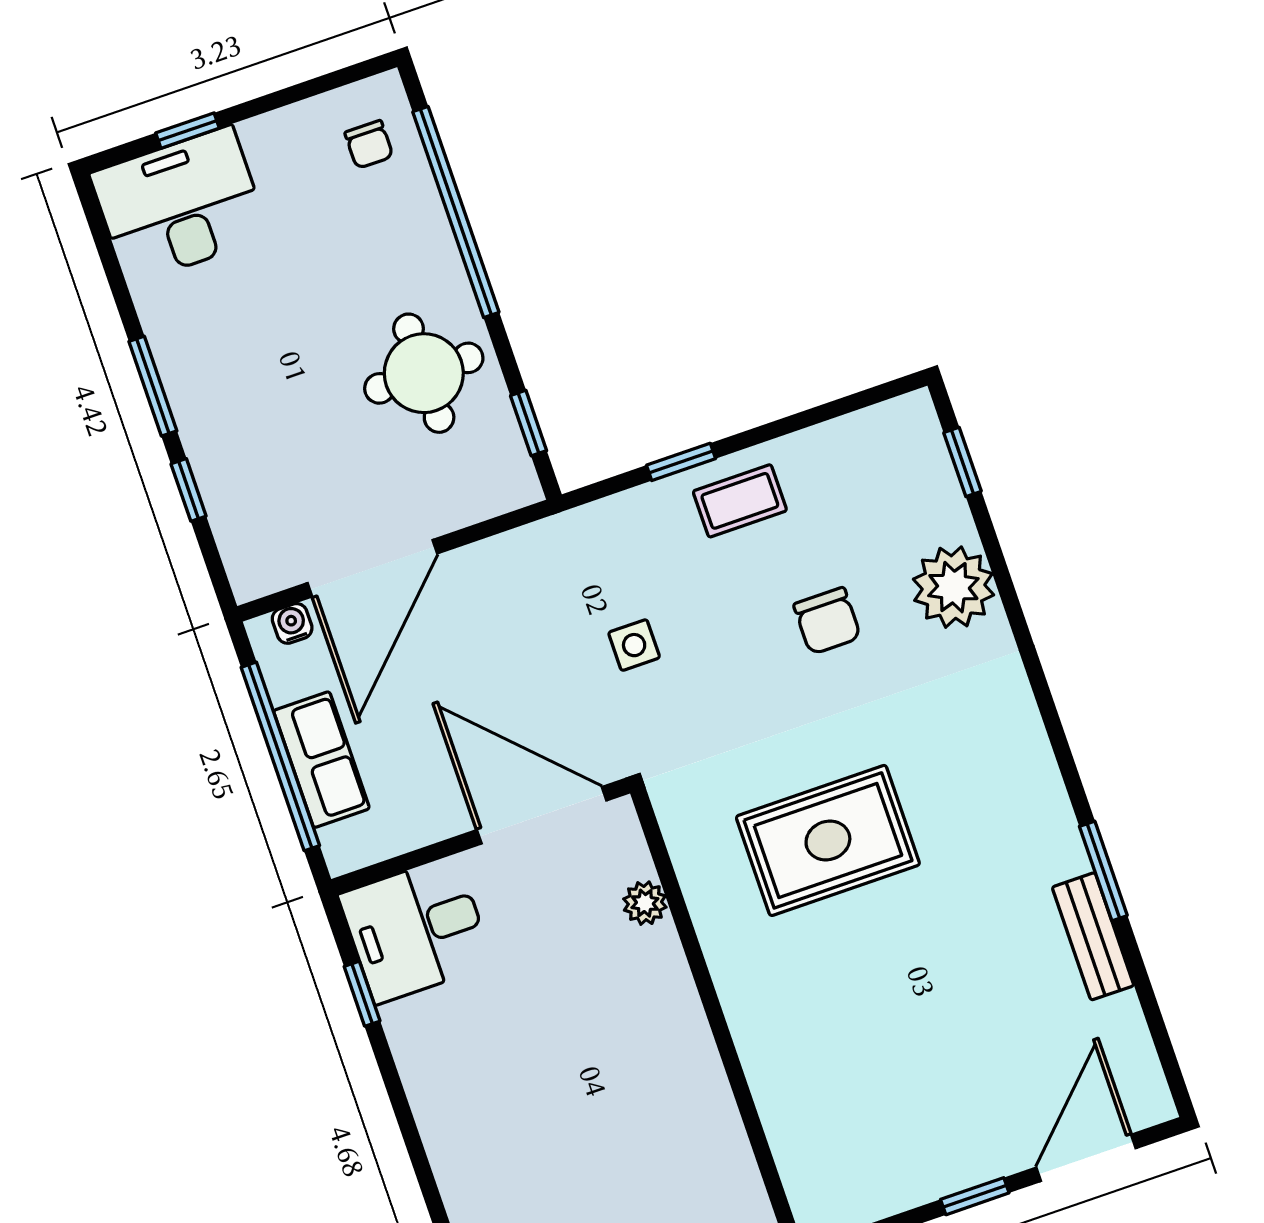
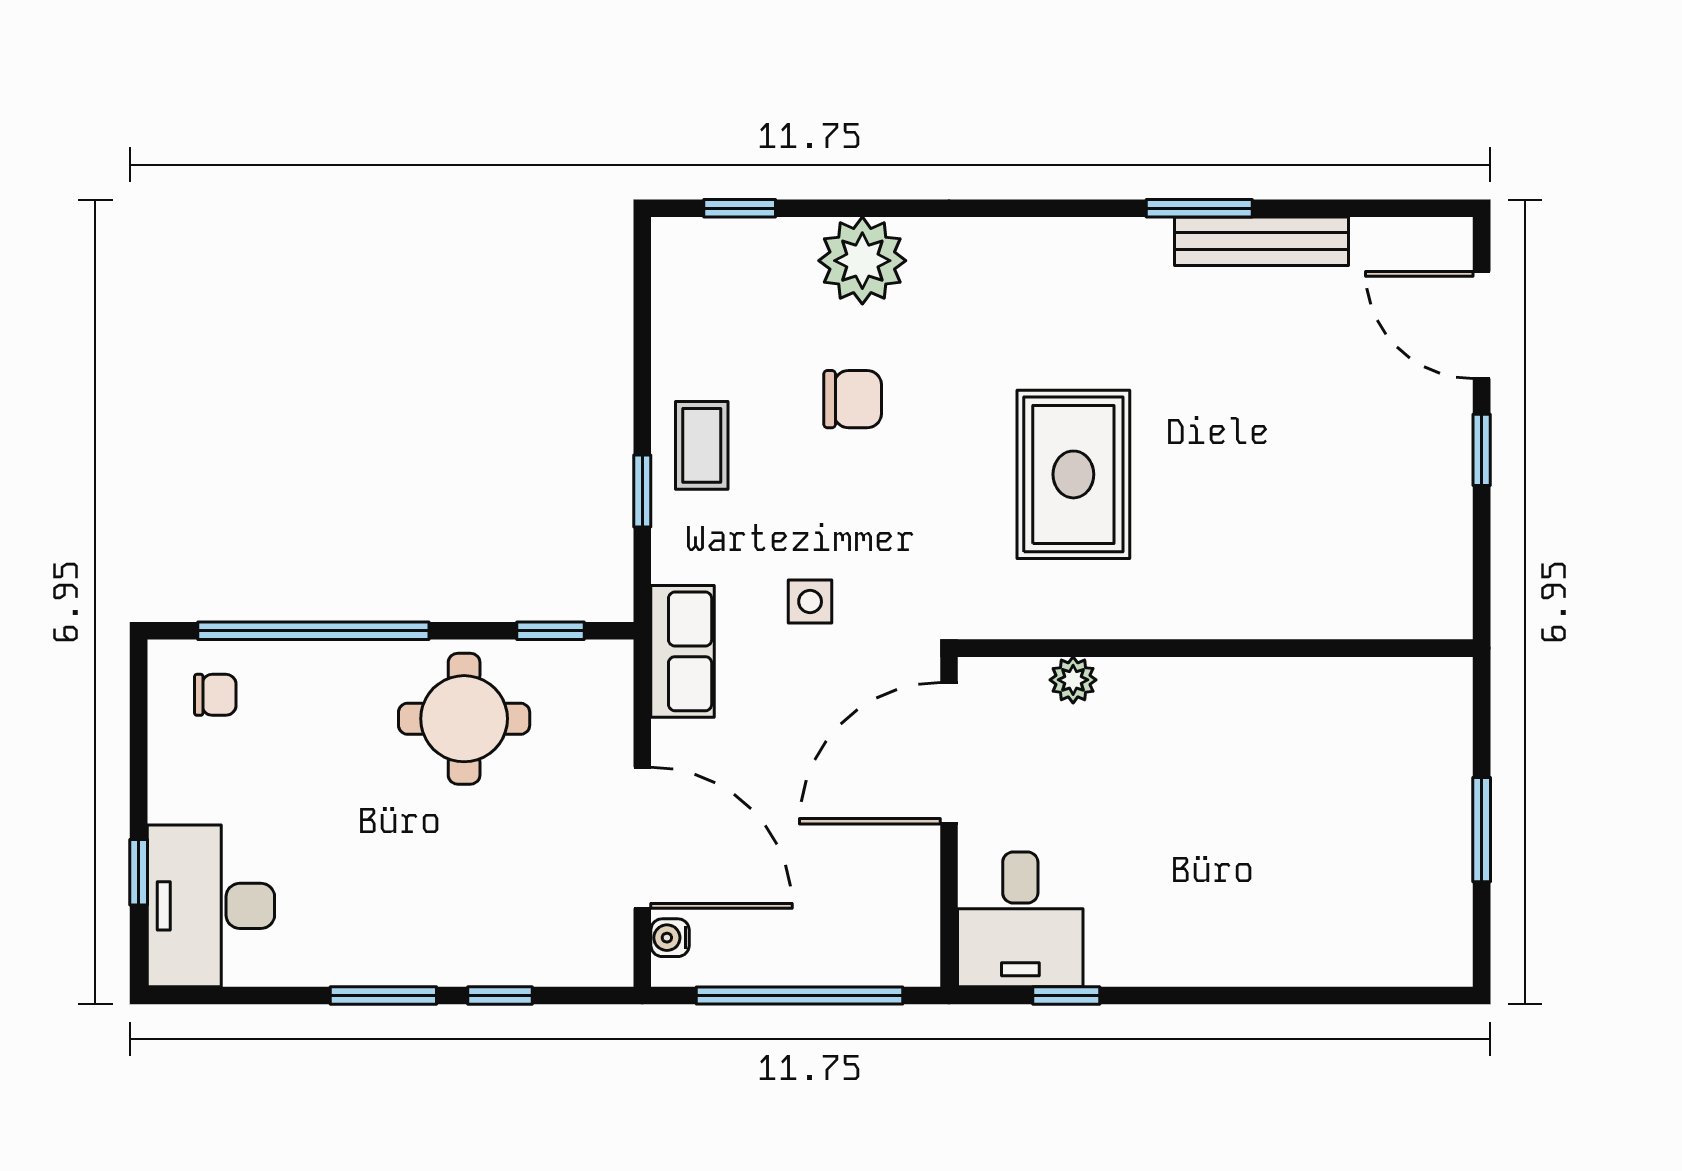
row of seats: (321, 760) -> (683, 651), moved, turned 90
bench: (1093, 936) -> (1261, 241), width x1.36

